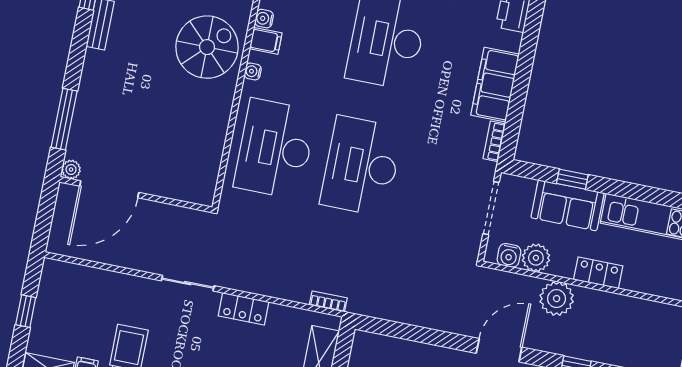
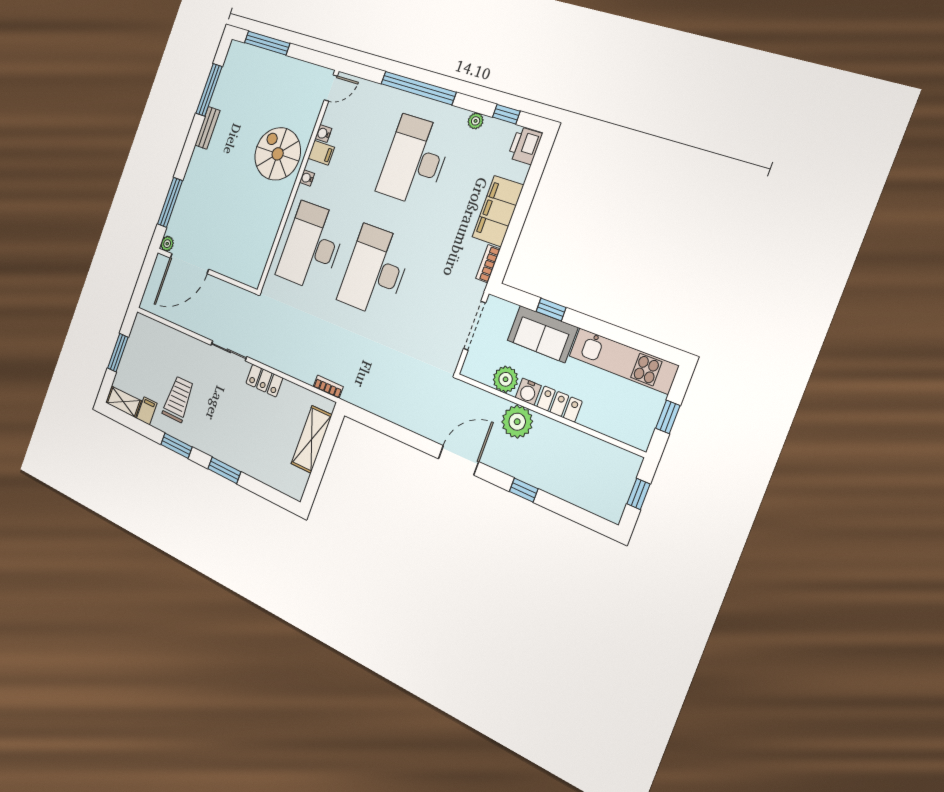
spiral stairs: (207, 47) -> (278, 154), turned -90
water cooler: (509, 255) -> (528, 392), moved
window: (26, 311) -> (118, 353), width x1.50

